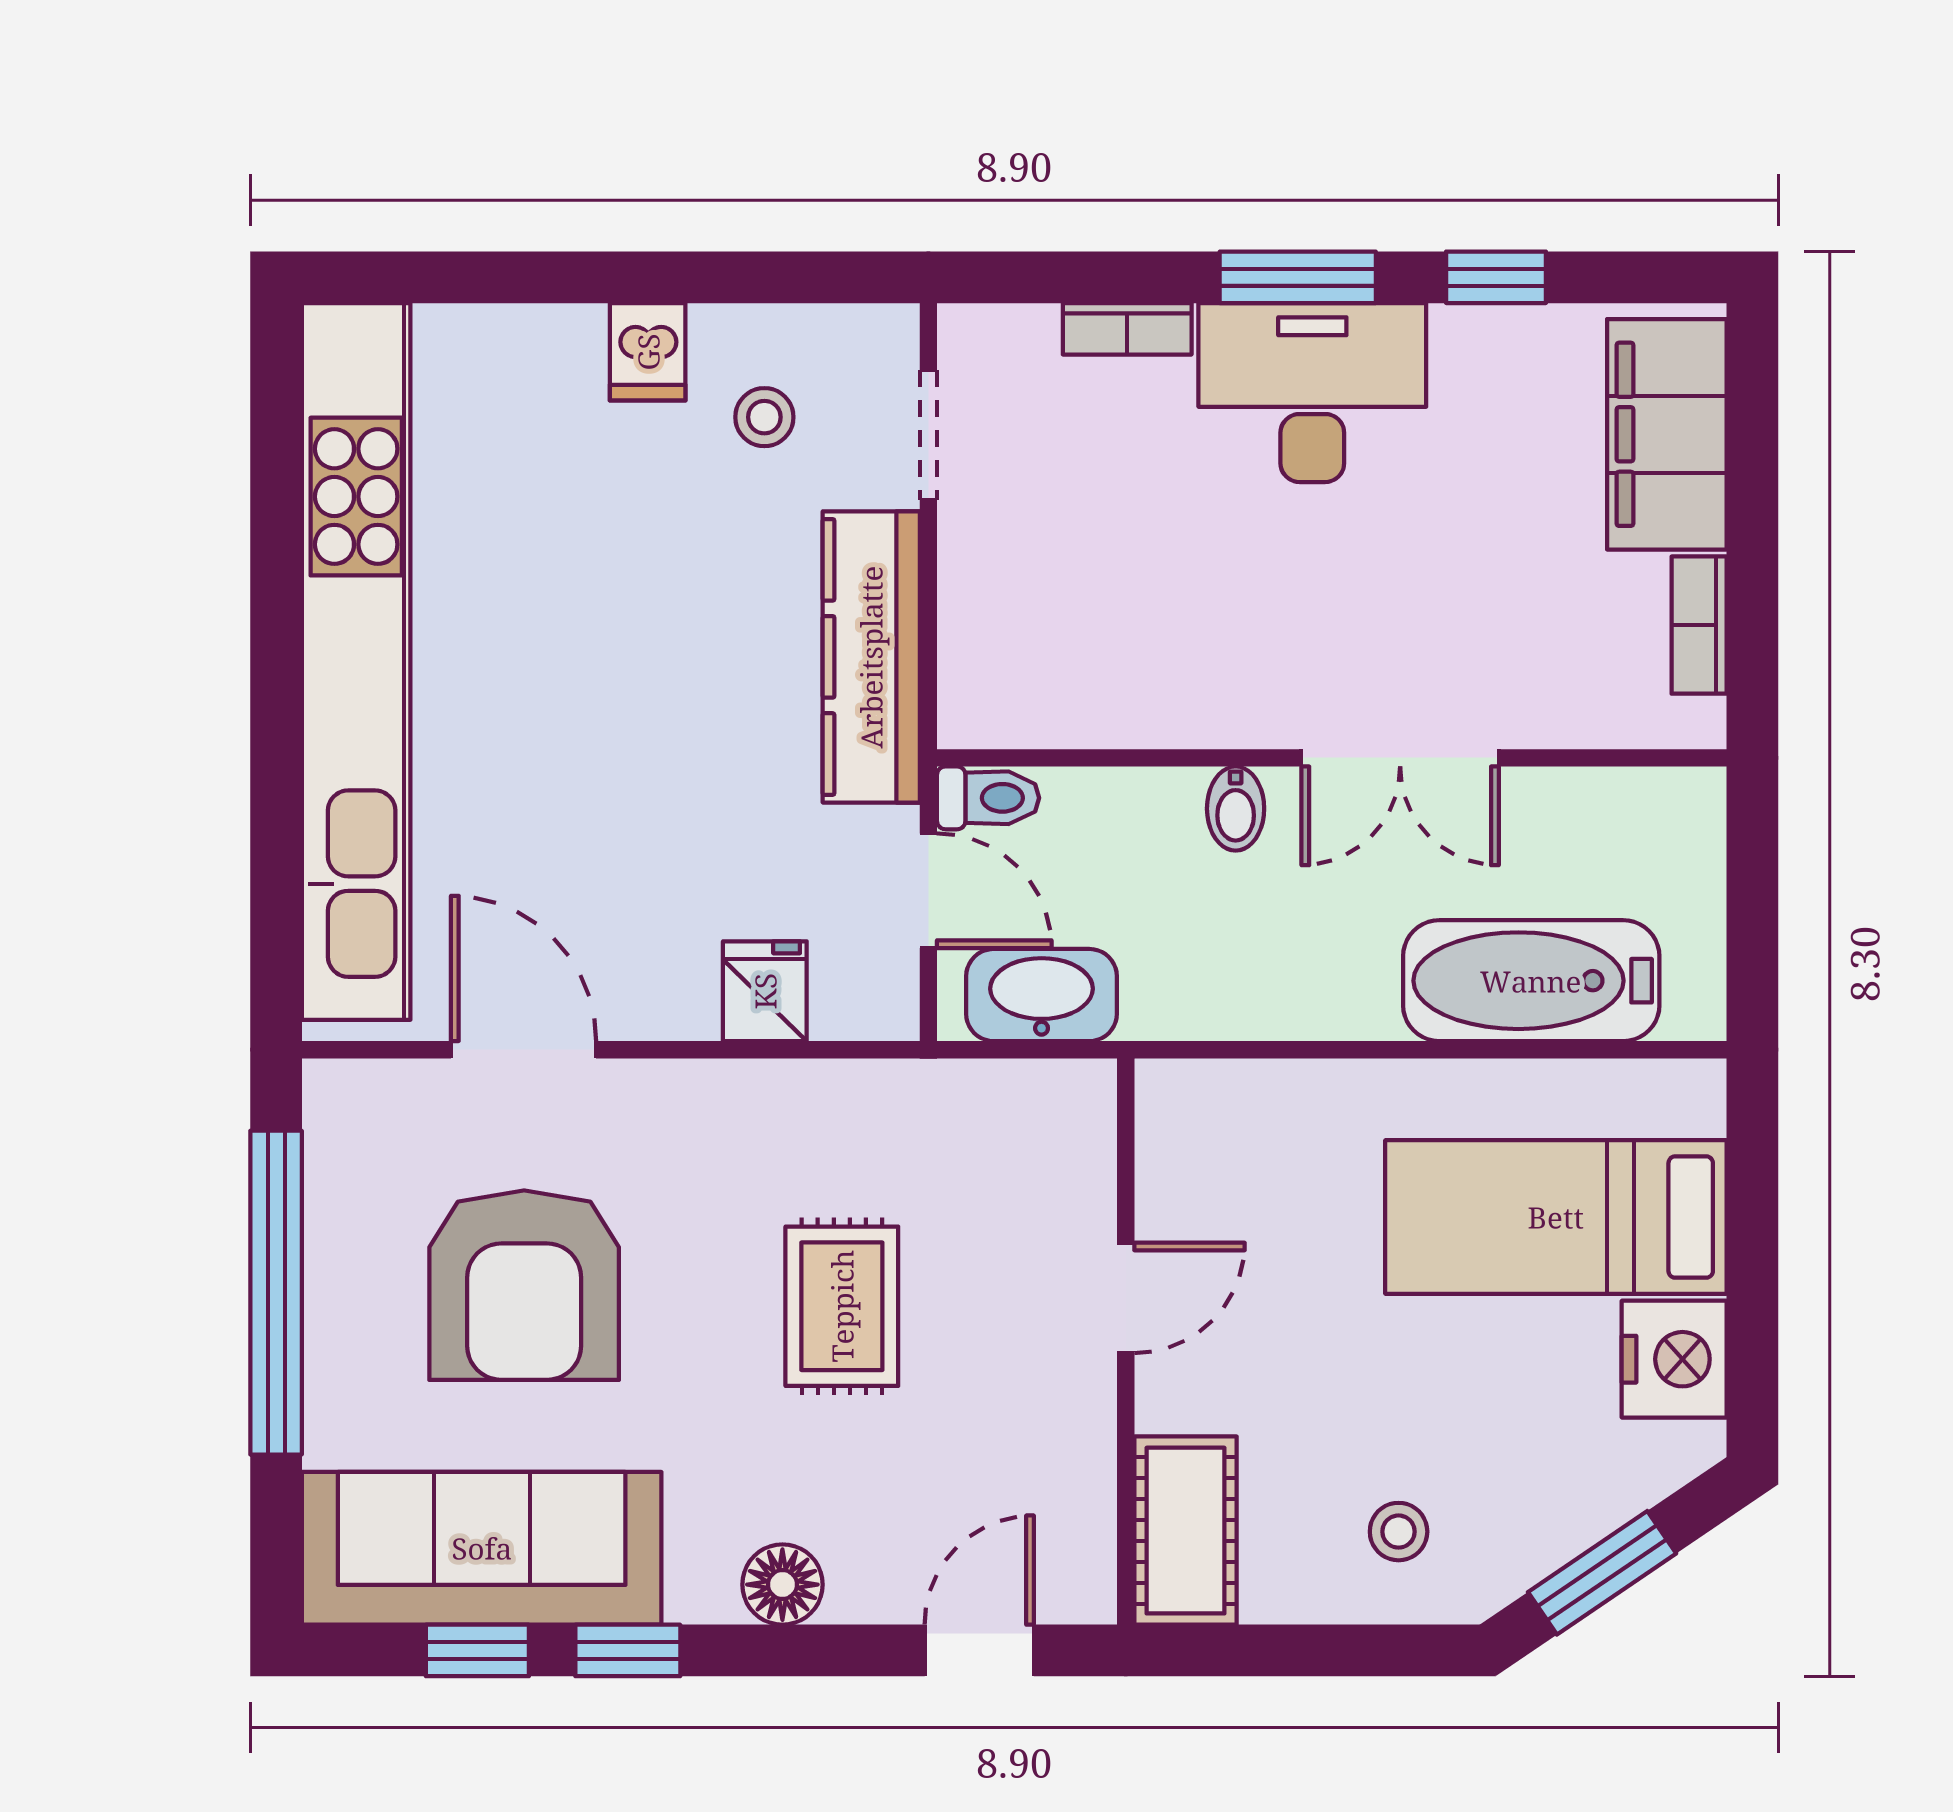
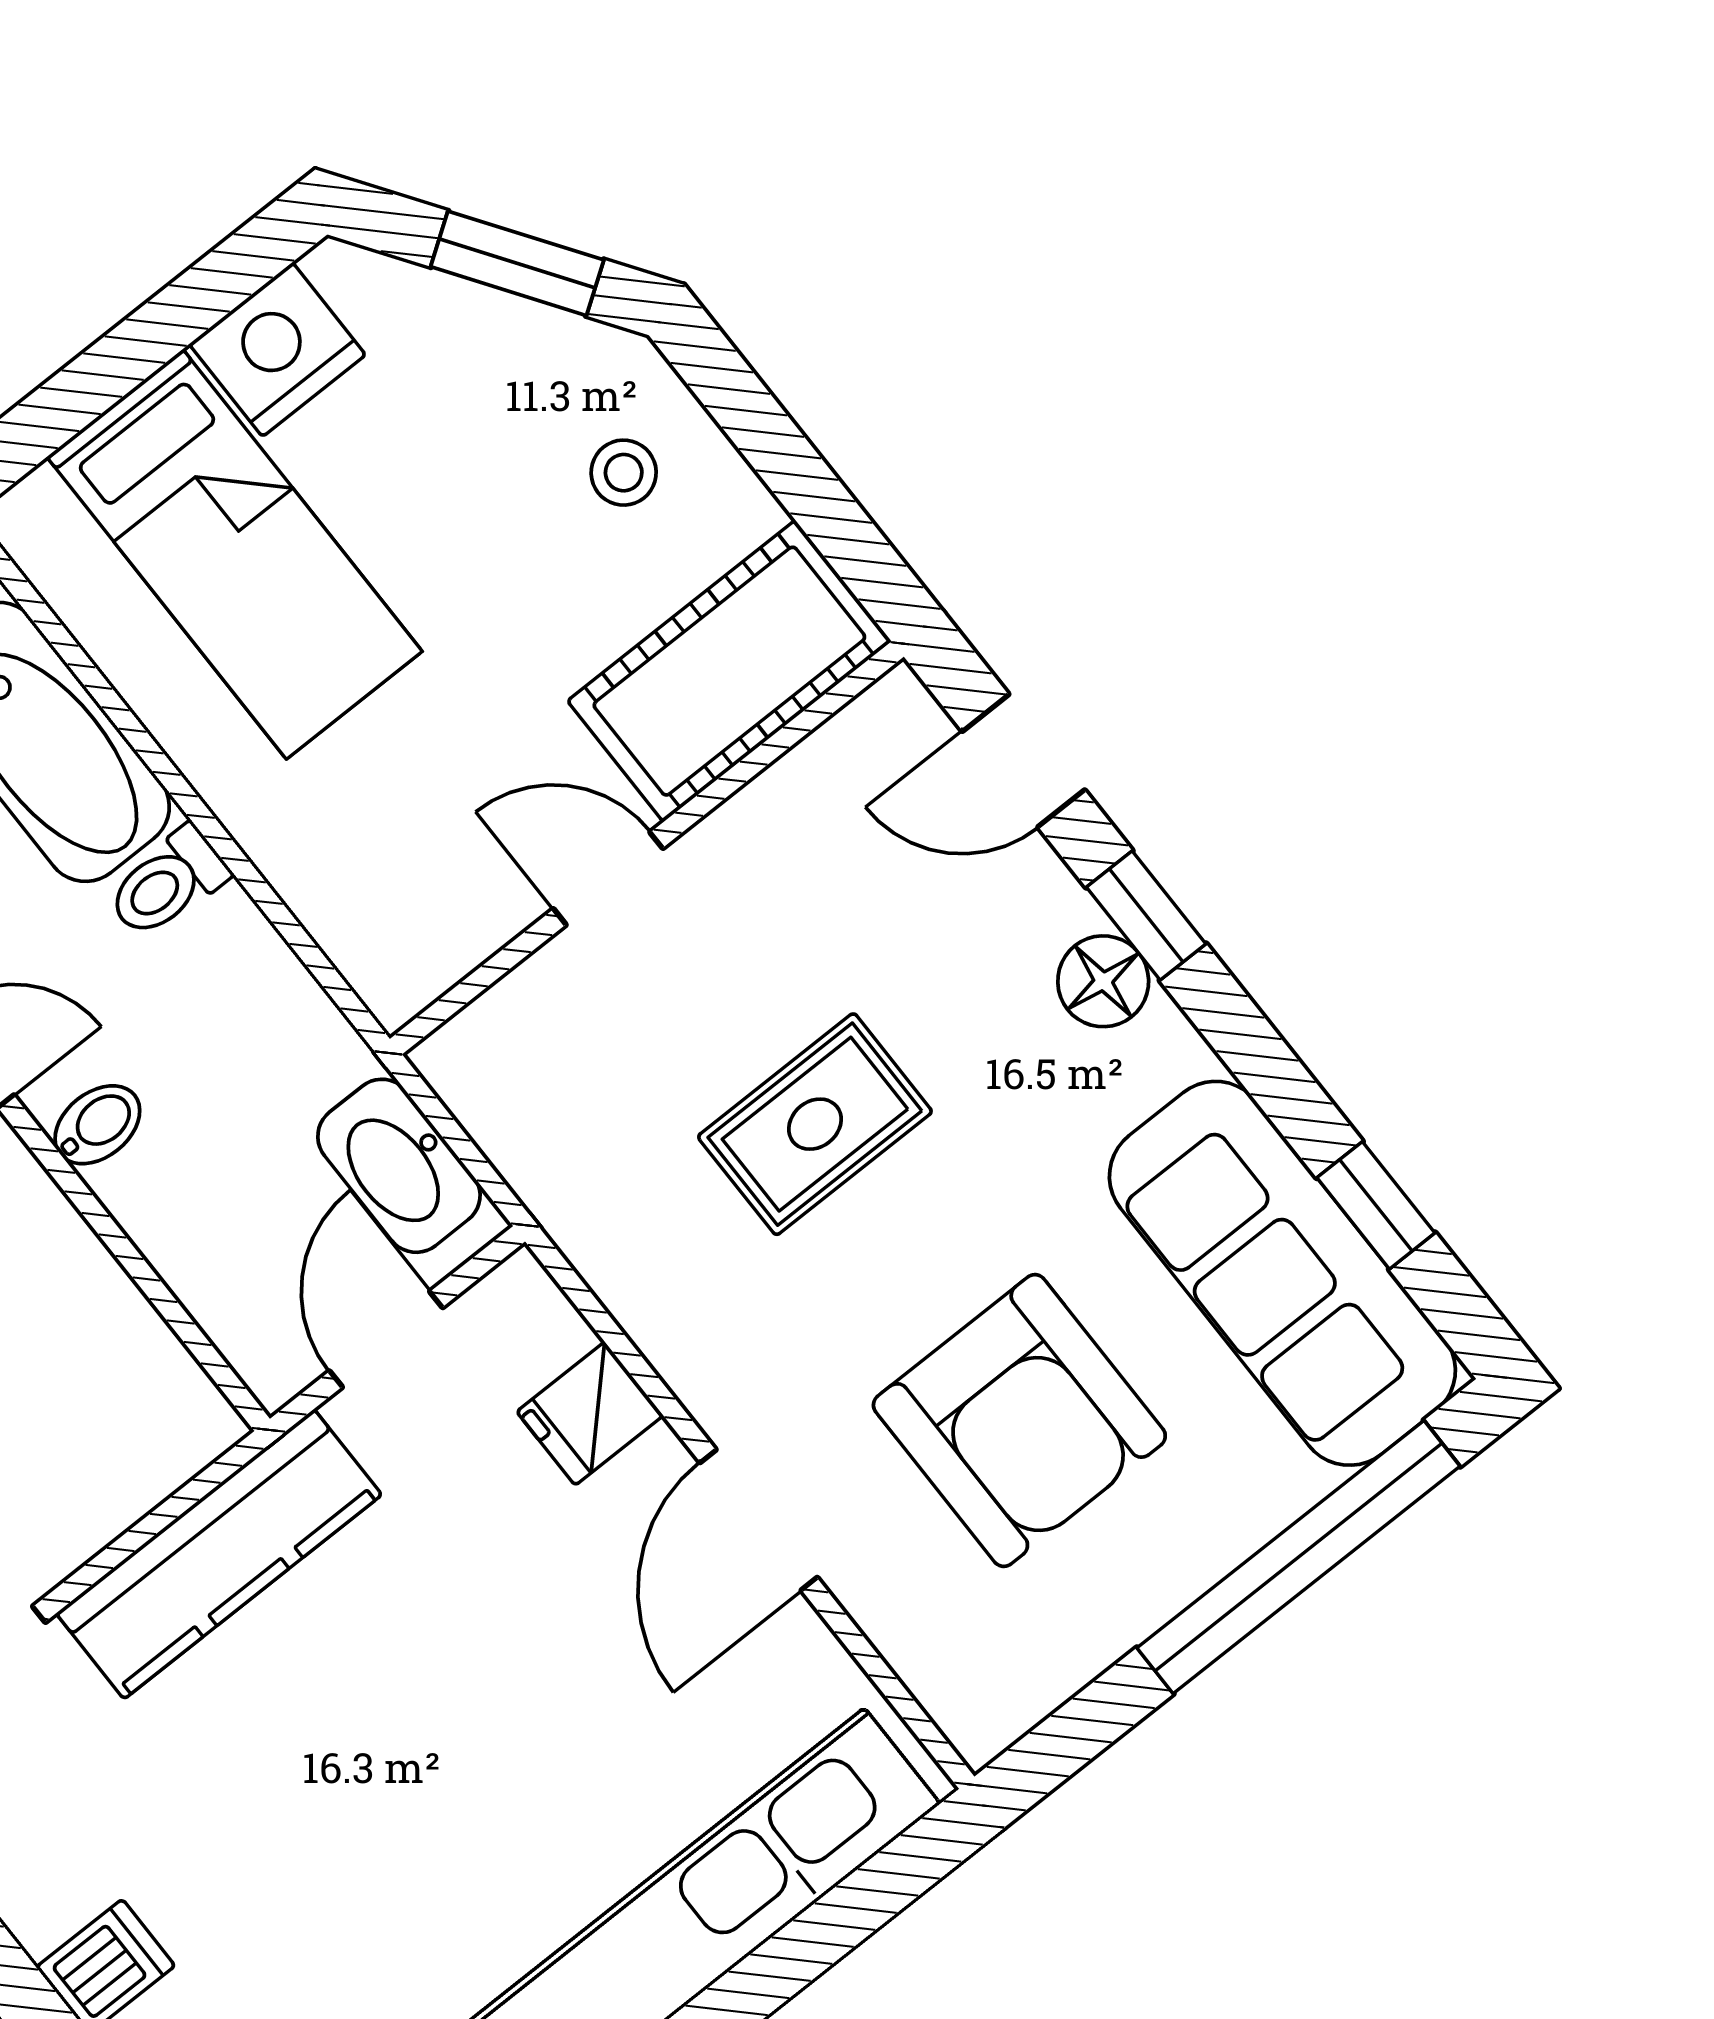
stool: (764, 417) -> (82, 1817), removed
toilet: (988, 798) -> (167, 883), moved, turned -90
door: (524, 1050) -> (759, 1520), moved
armchair: (524, 1285) -> (1019, 1420), turned 90
window: (276, 1293) -> (1299, 1557), moved
cot: (1186, 1531) -> (729, 671), width x1.37, depth x1.34
window: (628, 1650) -> (1146, 915), moved

